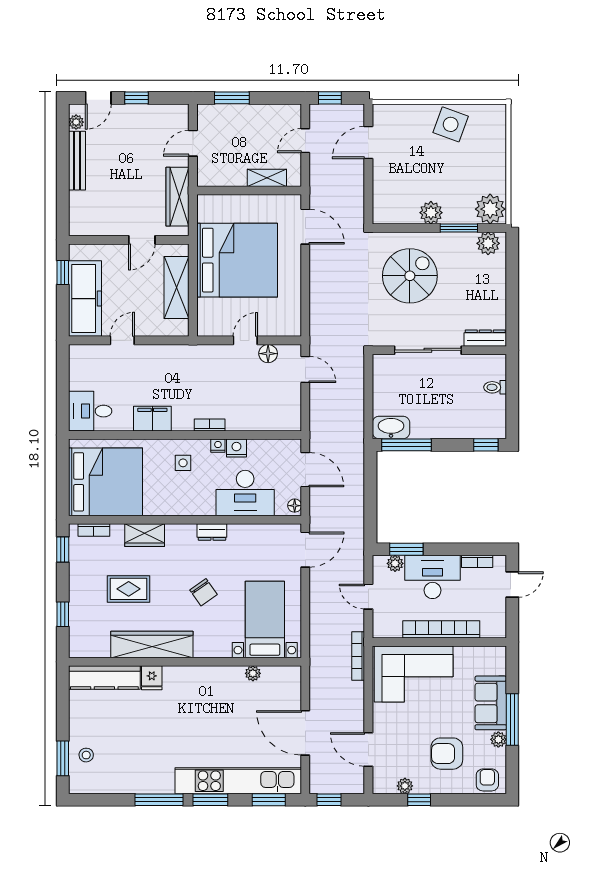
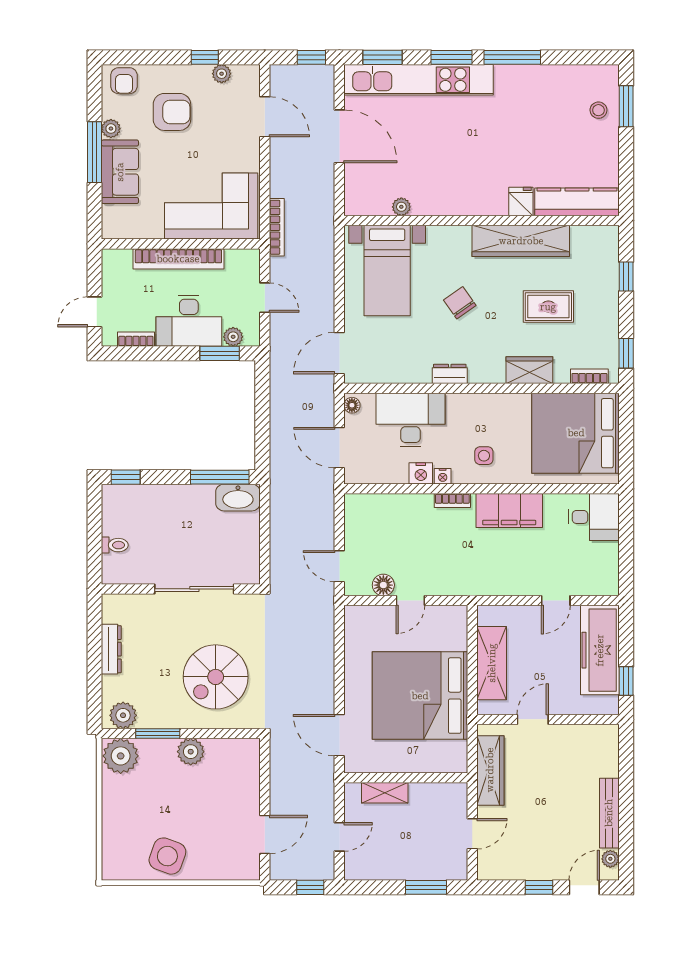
dresser: (485, 338) -> (111, 649), moved, turned -90
filing cabinet: (152, 419) -> (509, 511), width x1.50, depth x1.17

